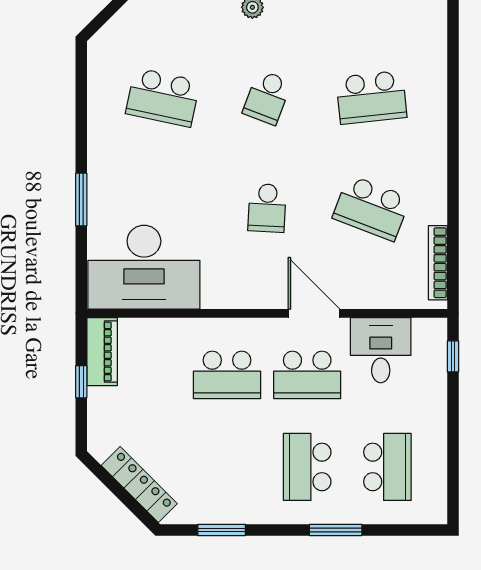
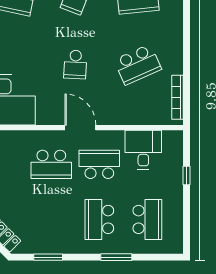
school desk: (371, 208) -> (138, 64), turned -45
door: (314, 313) -> (80, 128), moved
window: (453, 356) -> (187, 176), moved
school desk: (307, 375) -> (99, 164), turned 180

